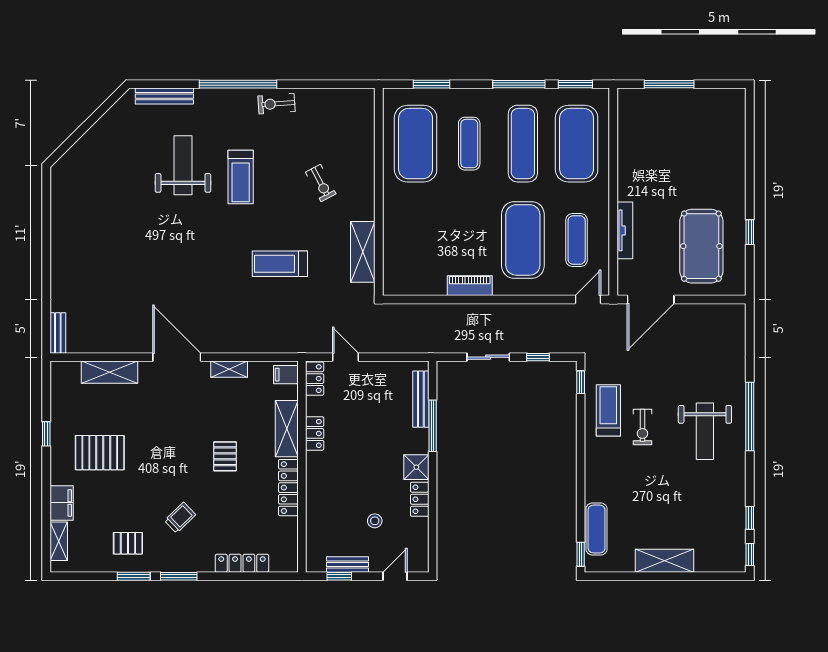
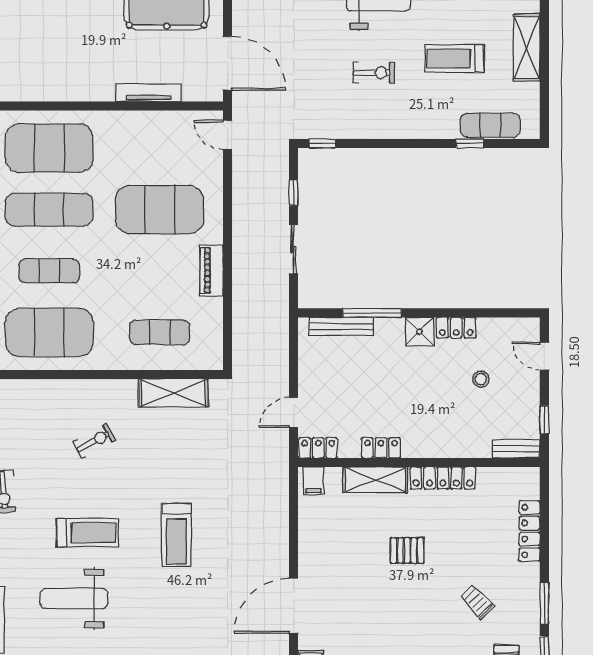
exercise mat: (577, 240) -> (160, 332), moved
treadmill: (280, 264) -> (176, 535), moved
shelving: (229, 369) -> (307, 546), removed
treadmill: (608, 410) -> (455, 59), moved
window: (581, 554) -> (470, 143), moved
bench: (347, 564) -> (516, 449), moved, turned 90

